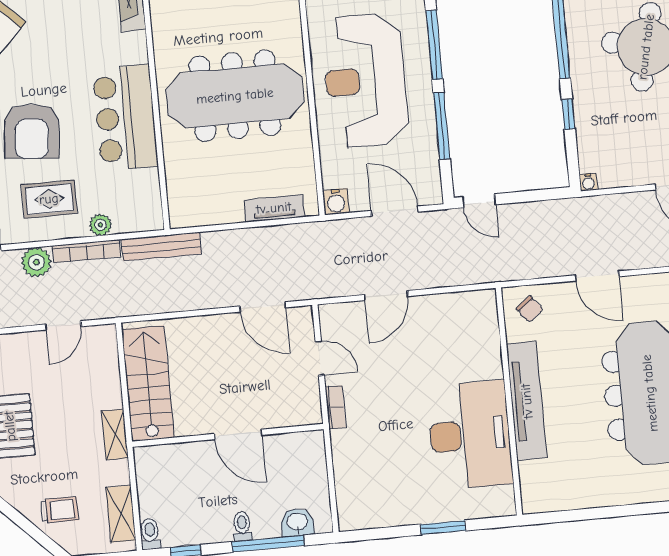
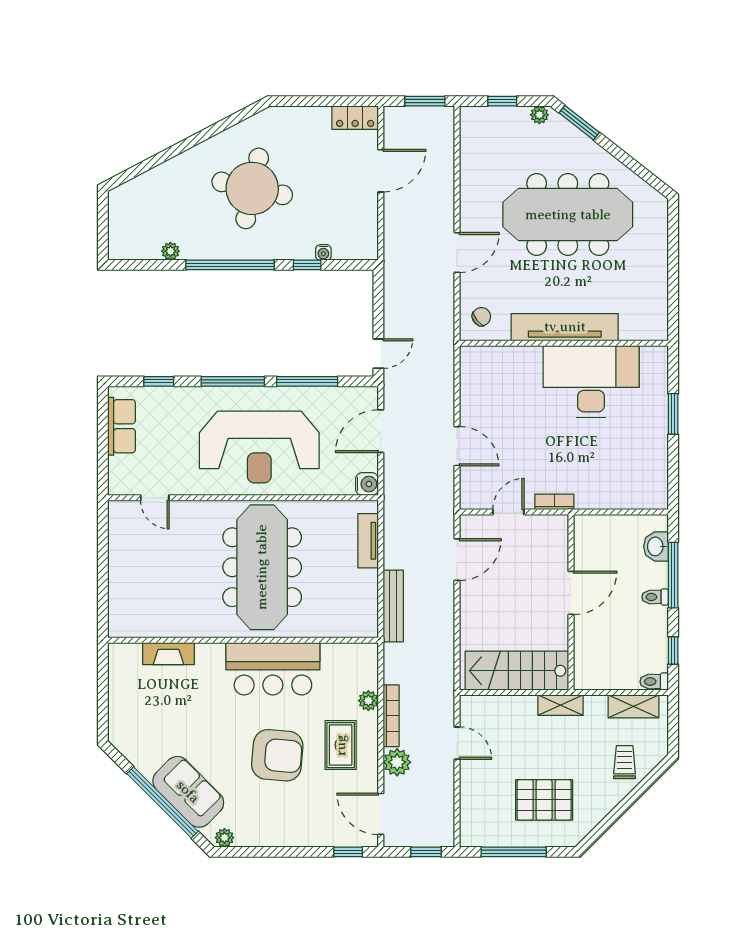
water cooler: (588, 182) -> (323, 252), moved, turned 90
bench: (161, 247) -> (393, 606), moved

